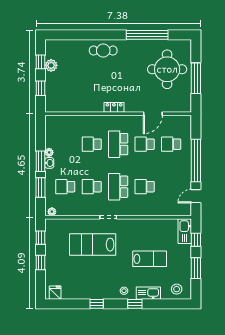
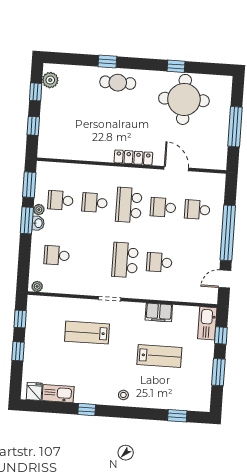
window: (94, 35) -> (107, 62), added
window: (147, 35) -> (176, 66), width x0.32
plant: (51, 65) -> (50, 80), moved
round table: (167, 69) -> (184, 99), moved
locker: (114, 107) -> (133, 157), width x1.53
door: (153, 114) -> (176, 169), swing flipped
school desk: (92, 187) -> (60, 200), moved
window: (40, 188) -> (29, 185), moved
filing cabinet: (147, 225) -> (159, 312), added
lab bench: (93, 245) -> (87, 333), width x0.73, depth x0.72
stool: (177, 289) -> (192, 398), removed
kitchen sink: (148, 293) -> (58, 394), moved
window: (135, 304) -> (177, 416), moved

